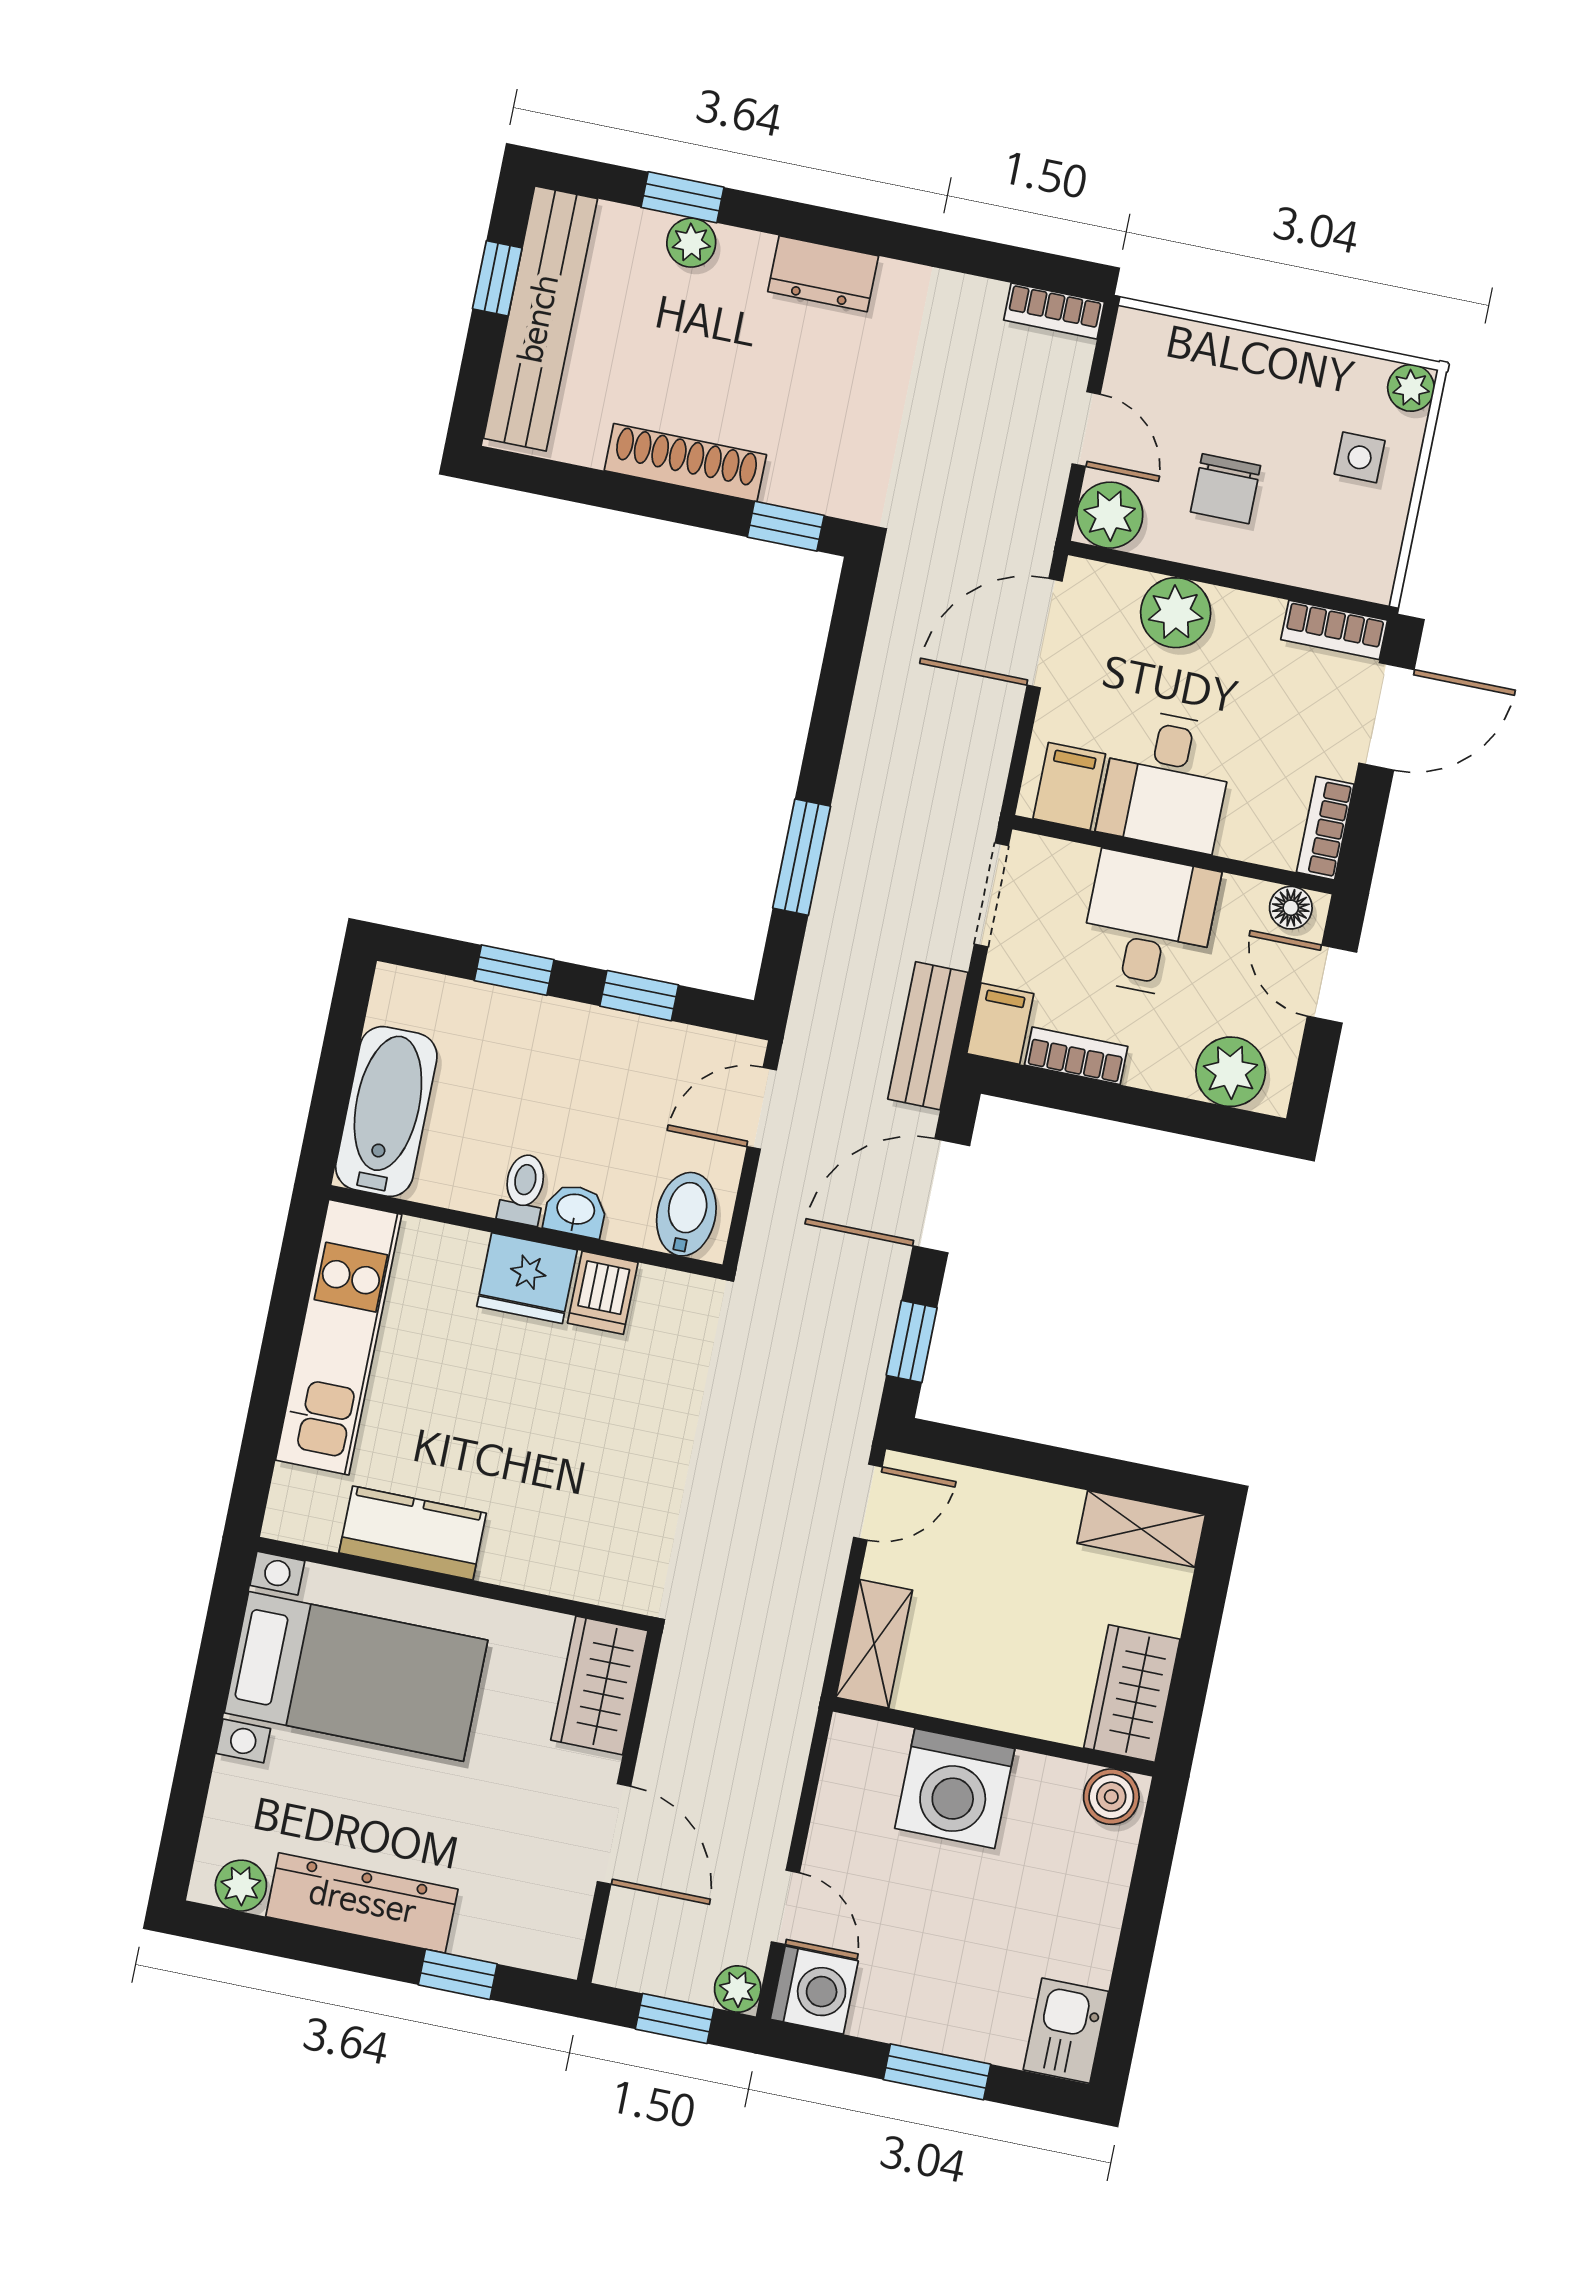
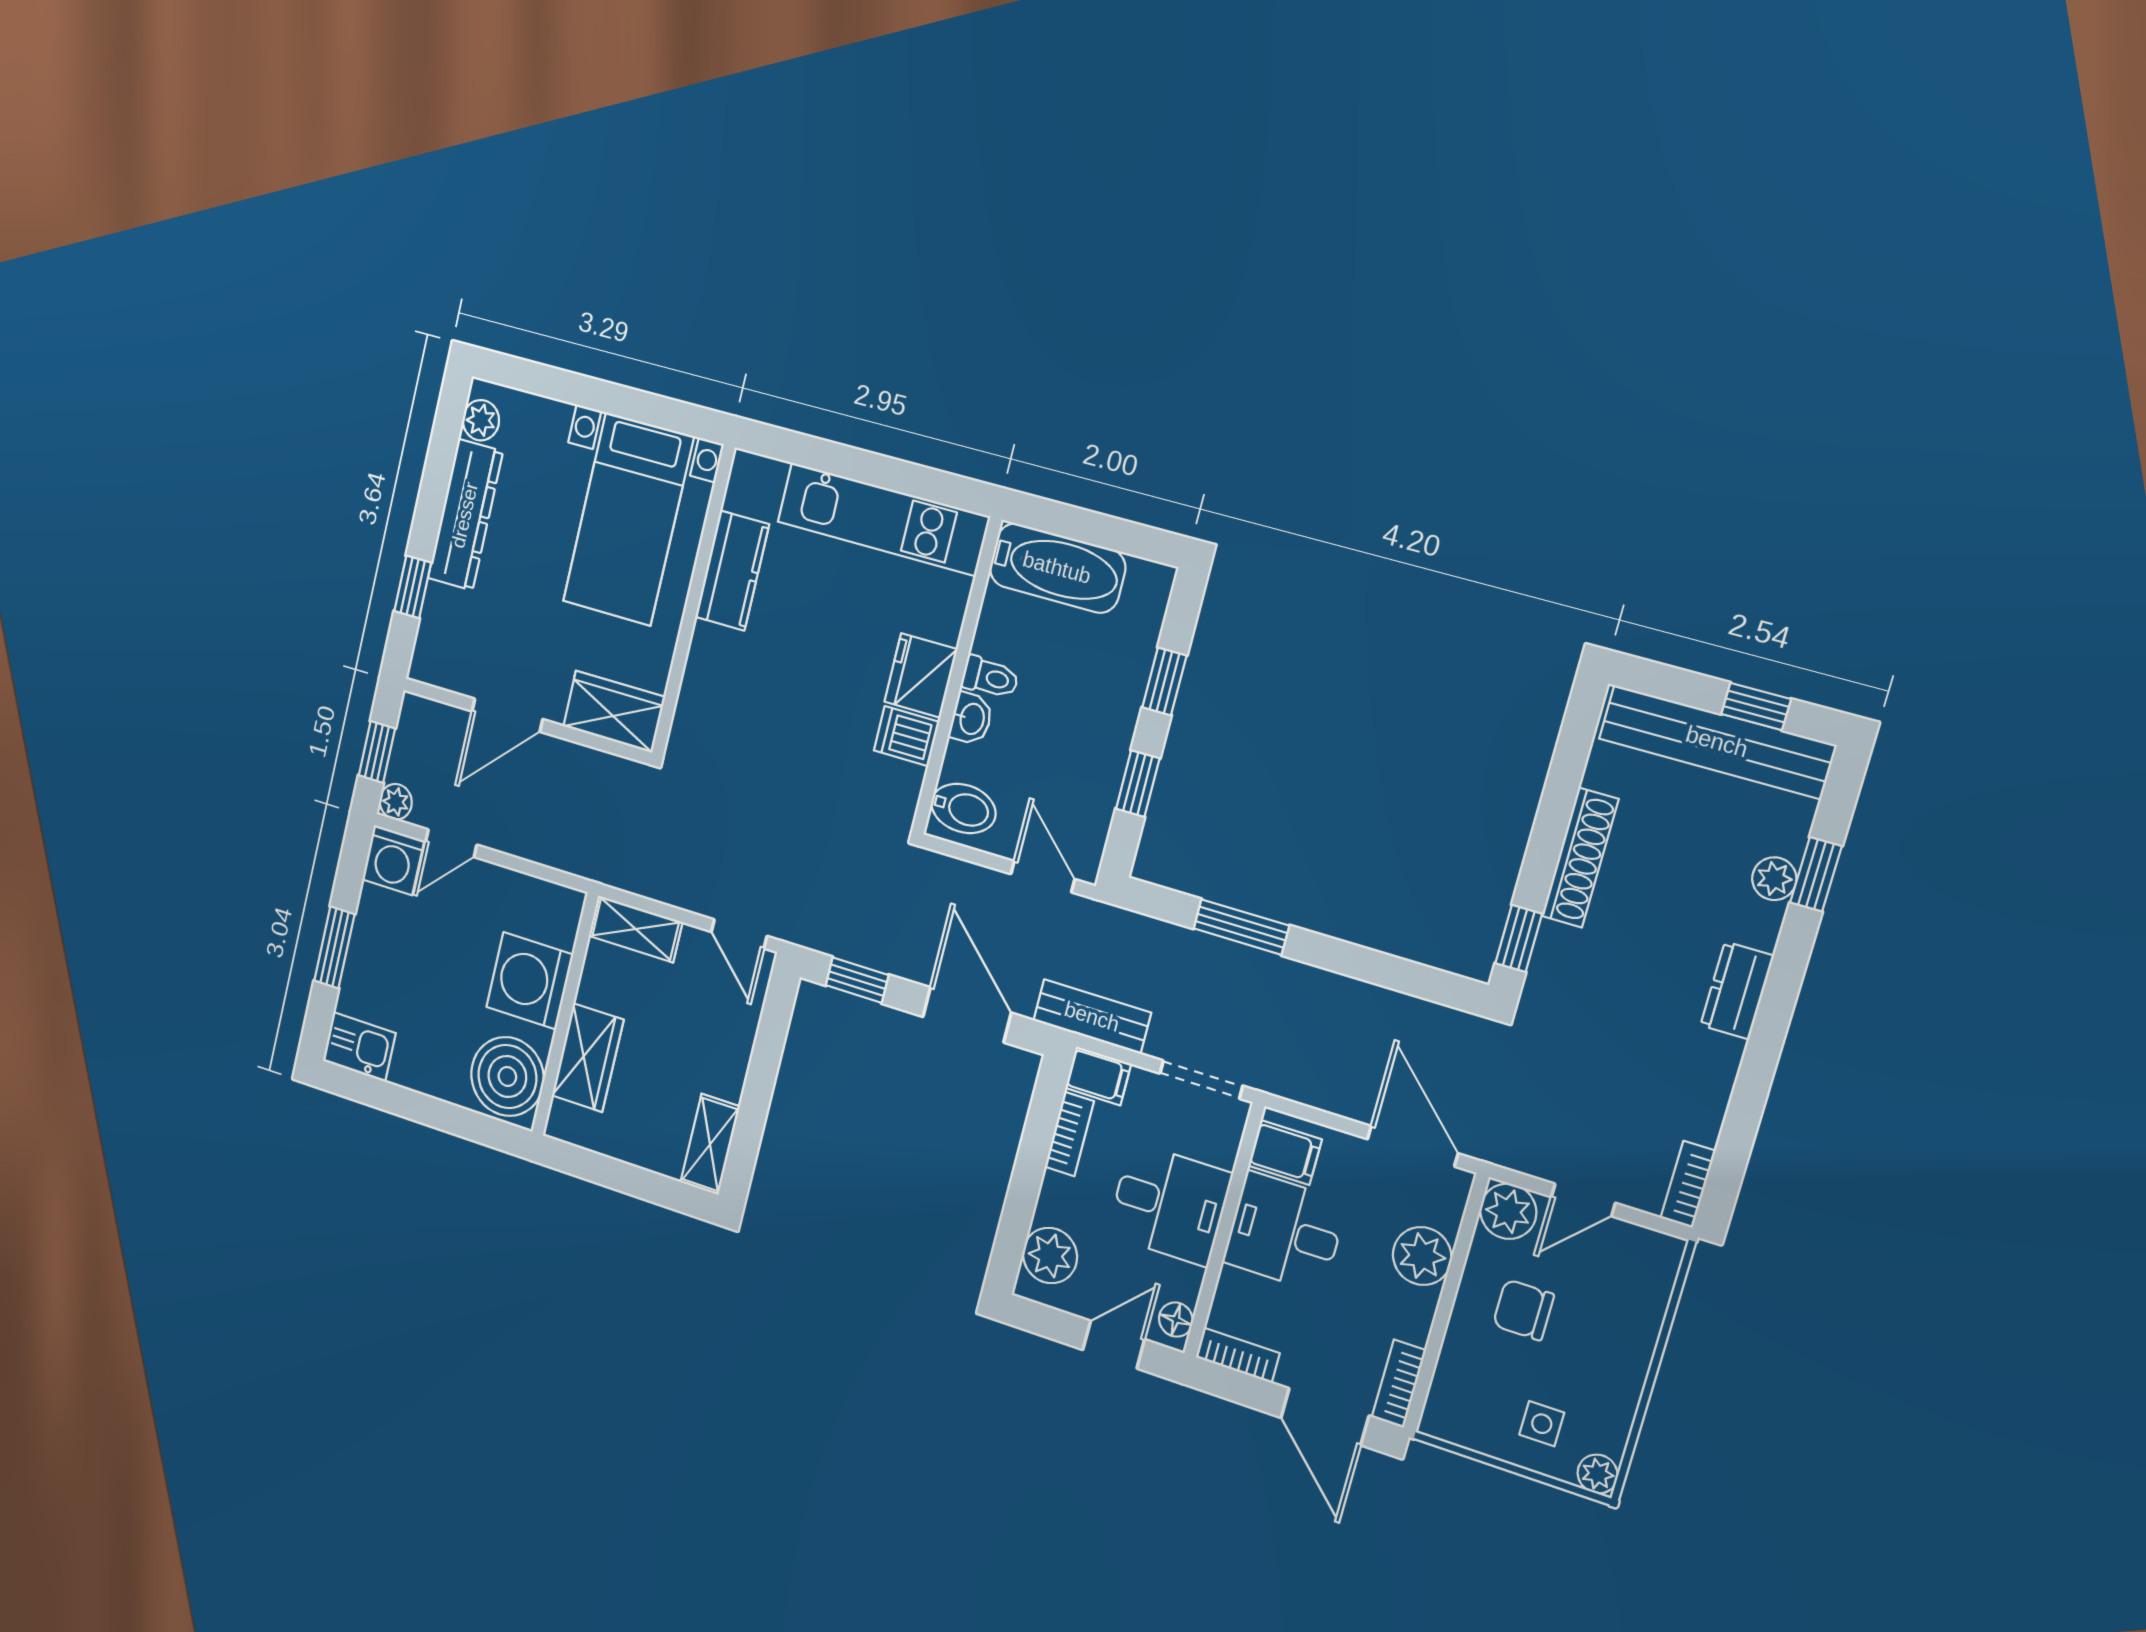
wardrobe: (1132, 1693) -> (588, 1058), moved, turned 90
boiler: (1111, 1797) -> (507, 1077), width x1.86, depth x1.86

